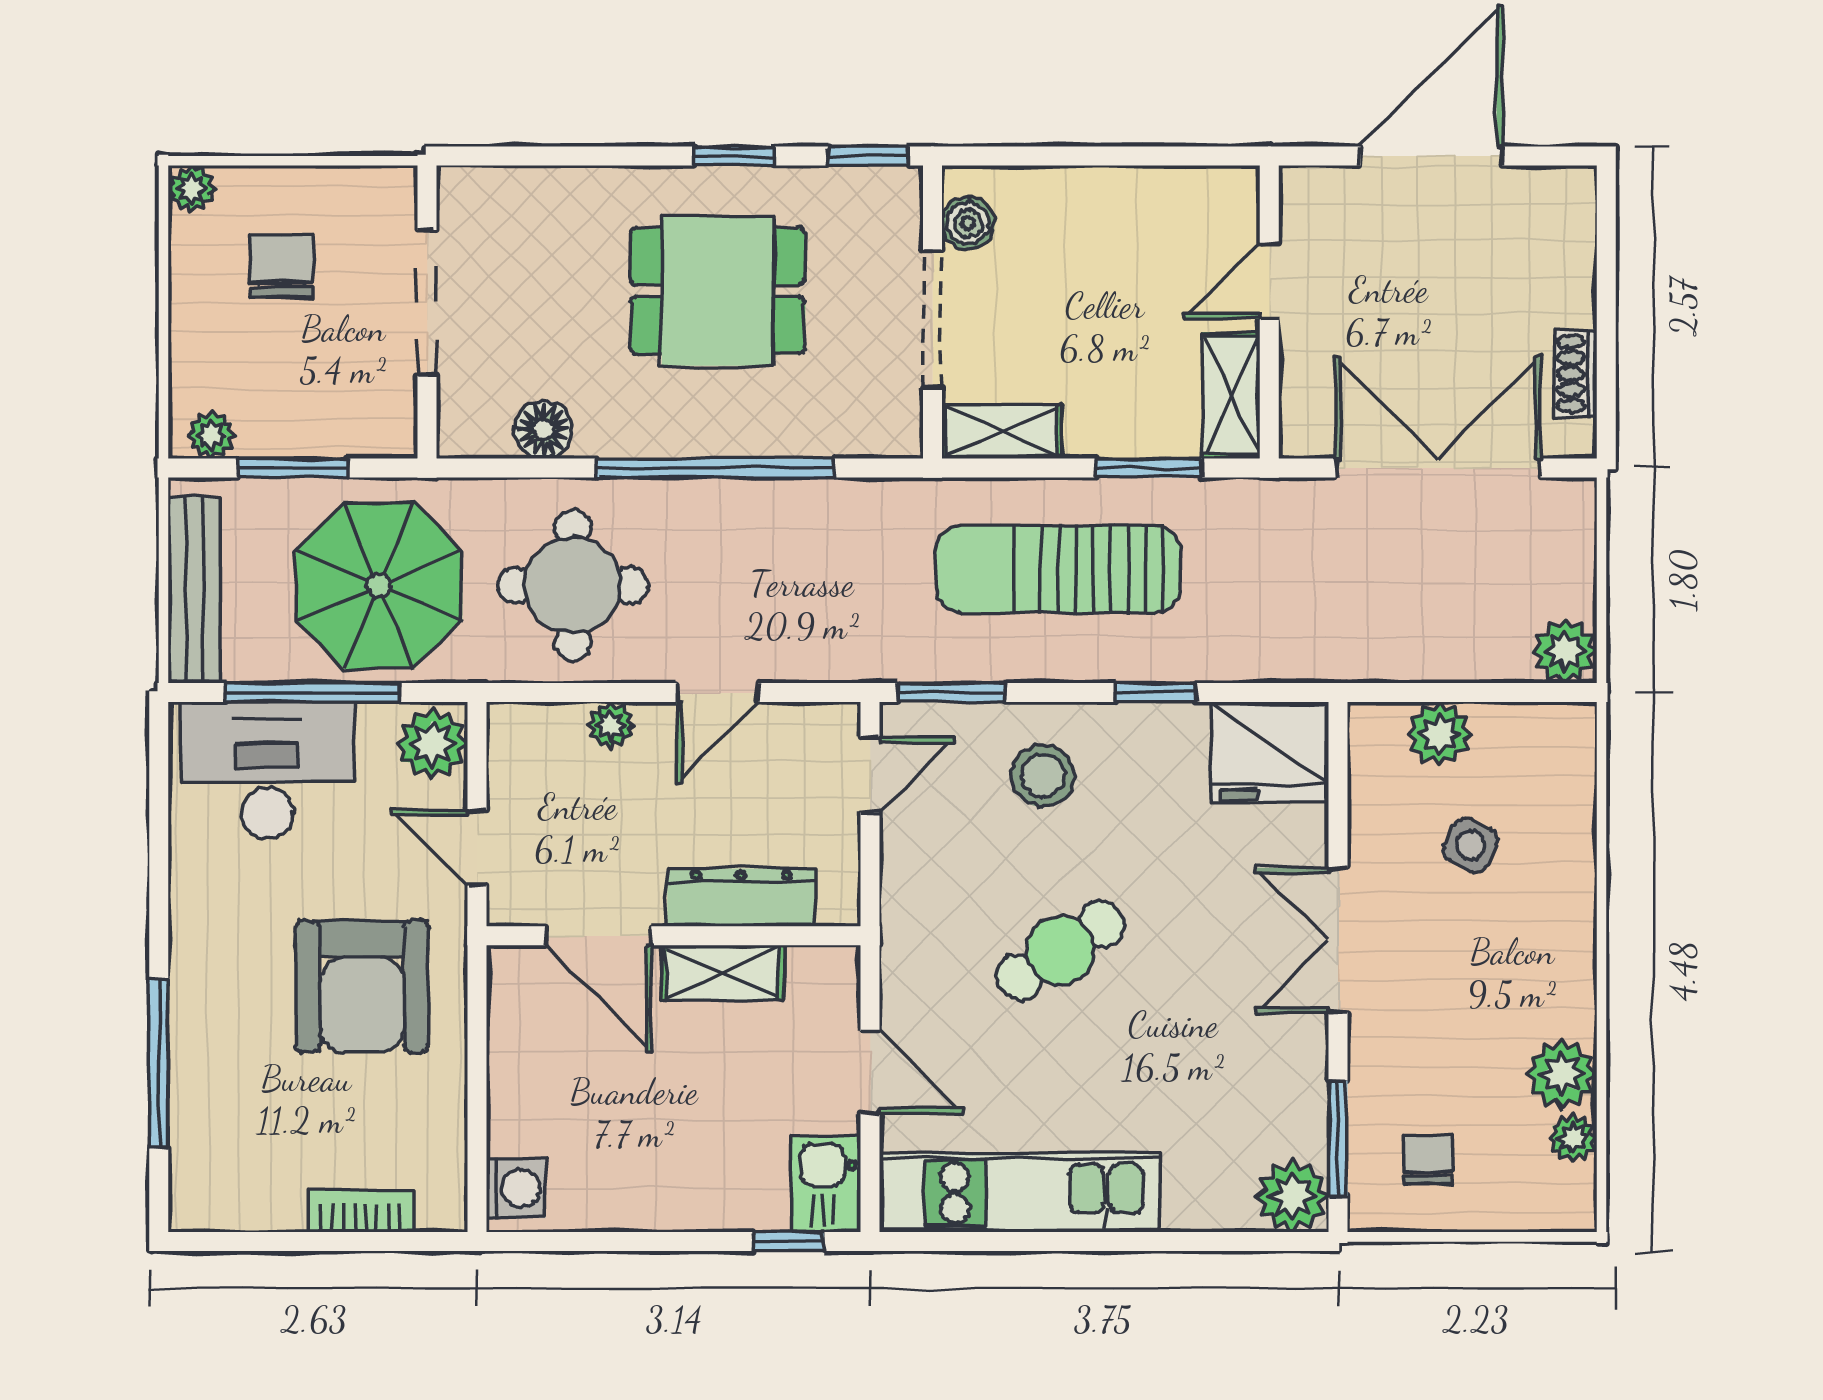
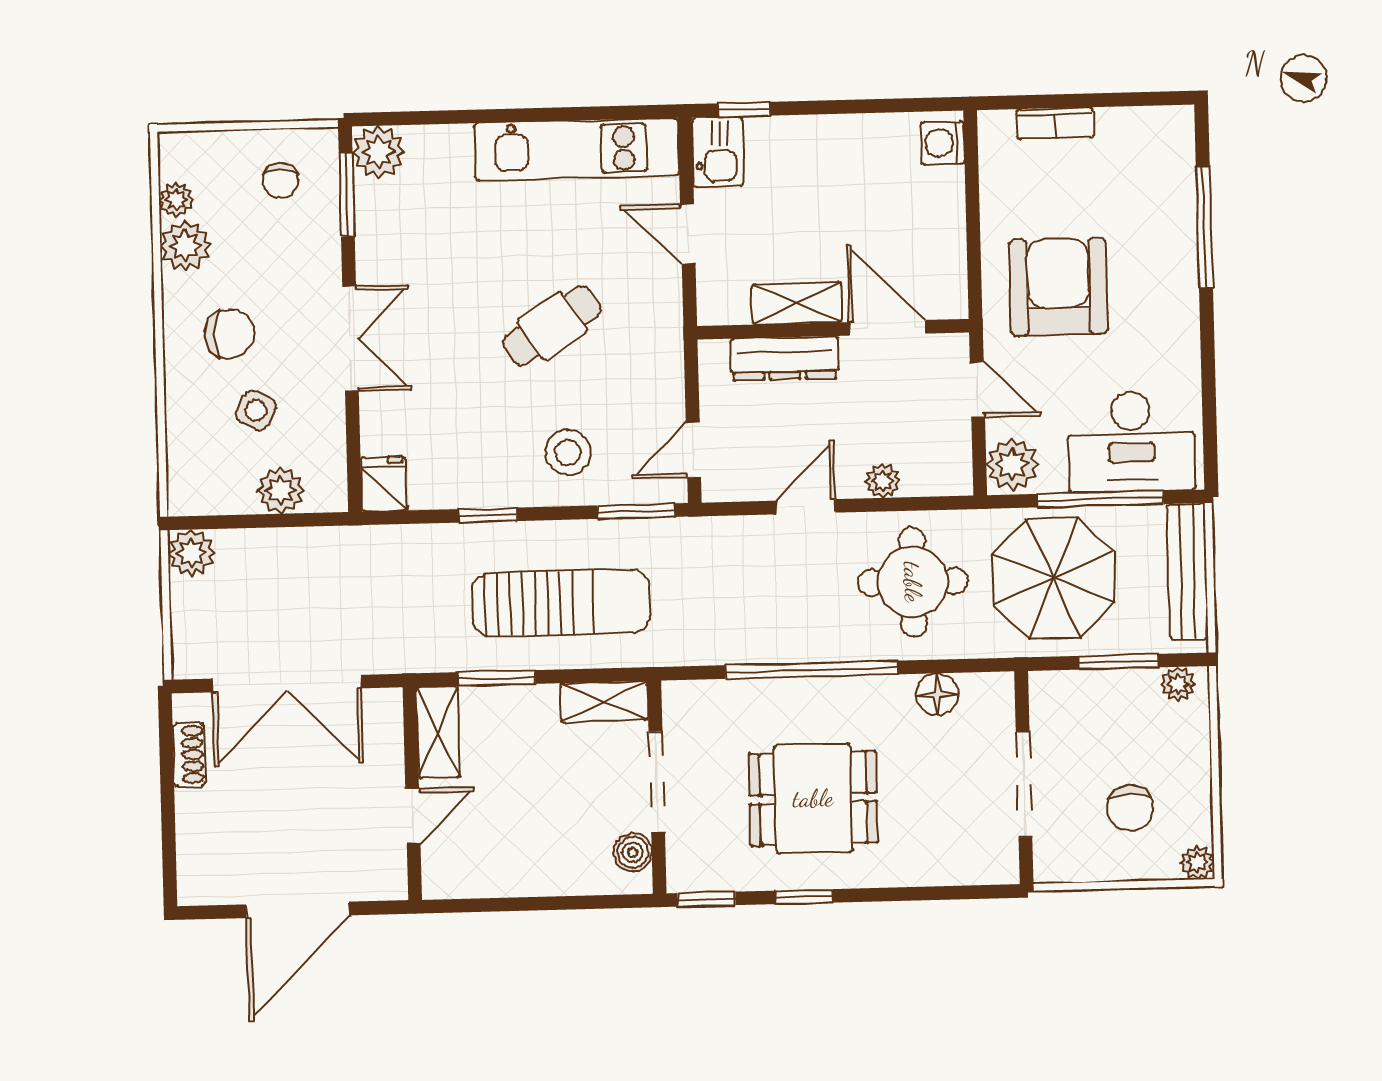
fridge: (1270, 752) -> (384, 484), width x0.53, depth x0.75
chair: (1504, 951) -> (230, 334), added

